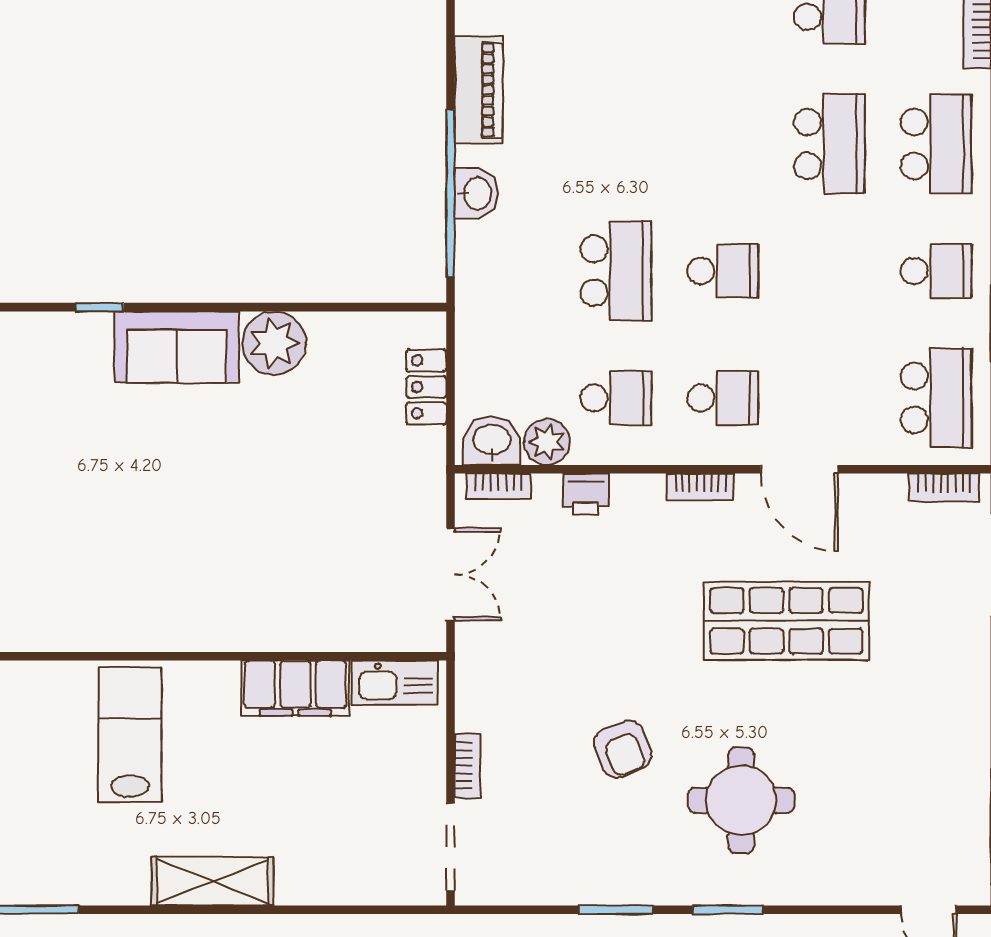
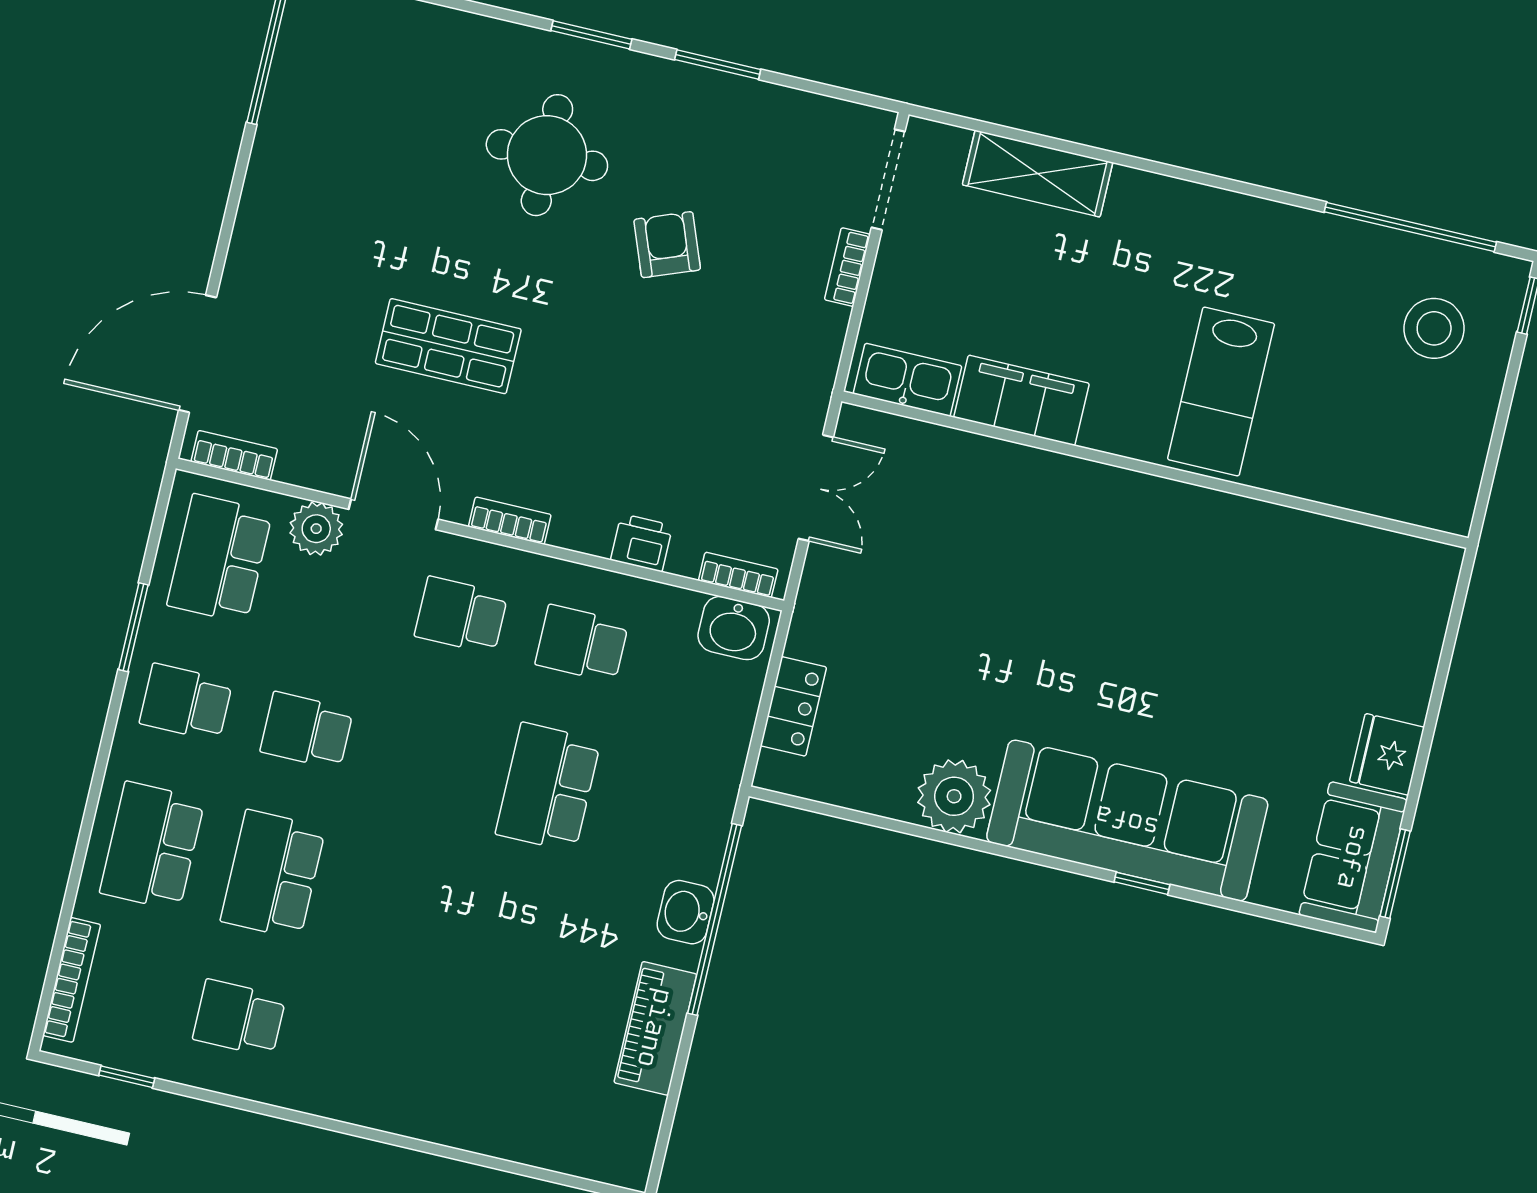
school desk: (723, 271) -> (307, 731), moved
sofa: (177, 347) -> (1127, 821), width x1.85, depth x1.27
plant: (547, 442) -> (316, 529), moved
double door: (450, 574) -> (816, 488), swing flipped
shop shelf: (786, 621) -> (448, 346), width x0.70, depth x0.74
shelving: (212, 881) -> (1038, 174), moved

